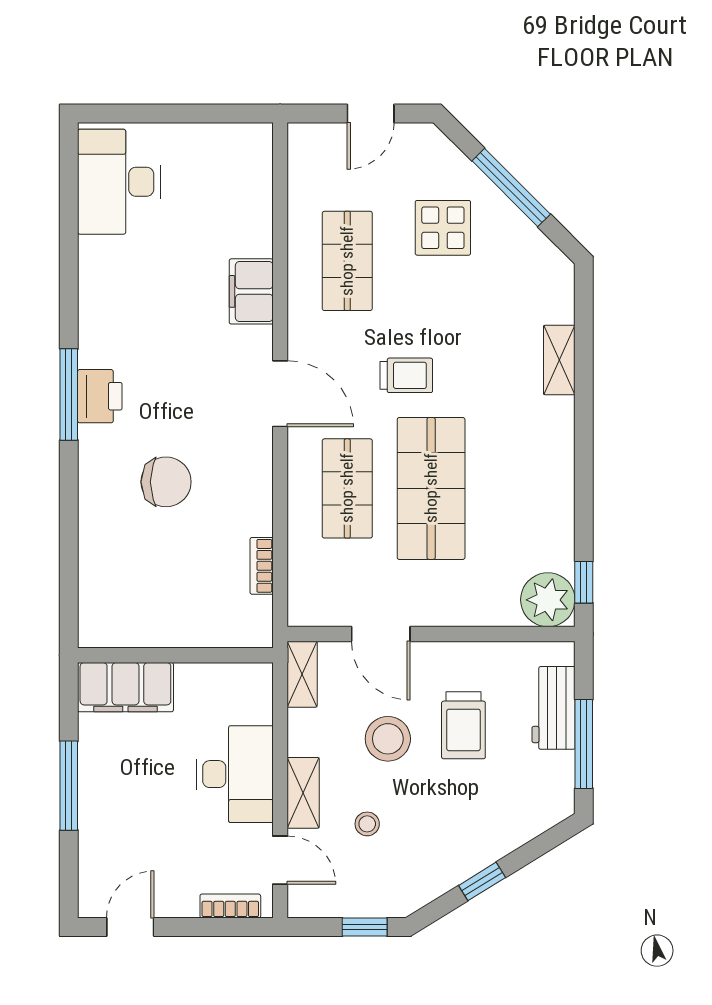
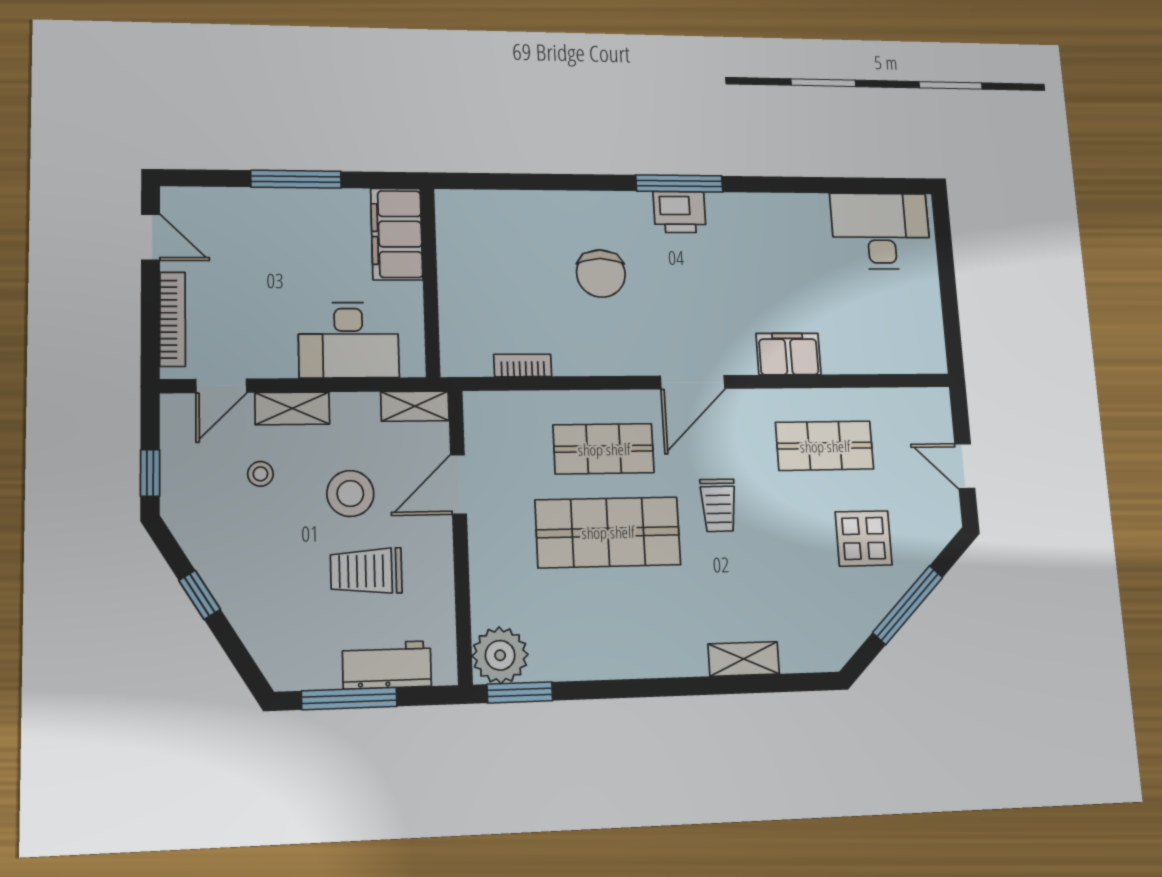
window: (584, 582) -> (520, 692), width x1.50
desk: (235, 774) -> (349, 340), moved
bookcase: (230, 906) -> (173, 319), width x1.56

